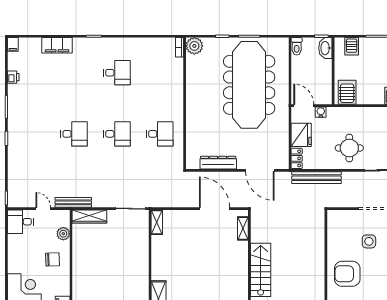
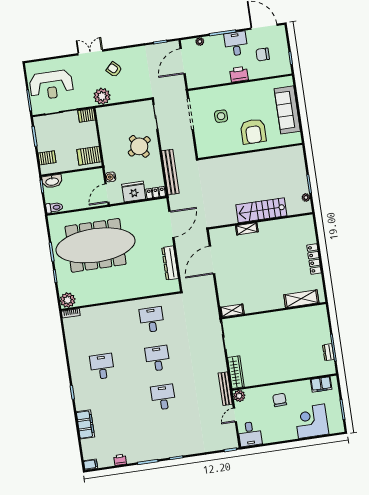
round table: (349, 148) -> (139, 146), turned -32
shelving: (243, 228) -> (247, 229), moved
plant: (63, 234) -> (239, 396), moved

